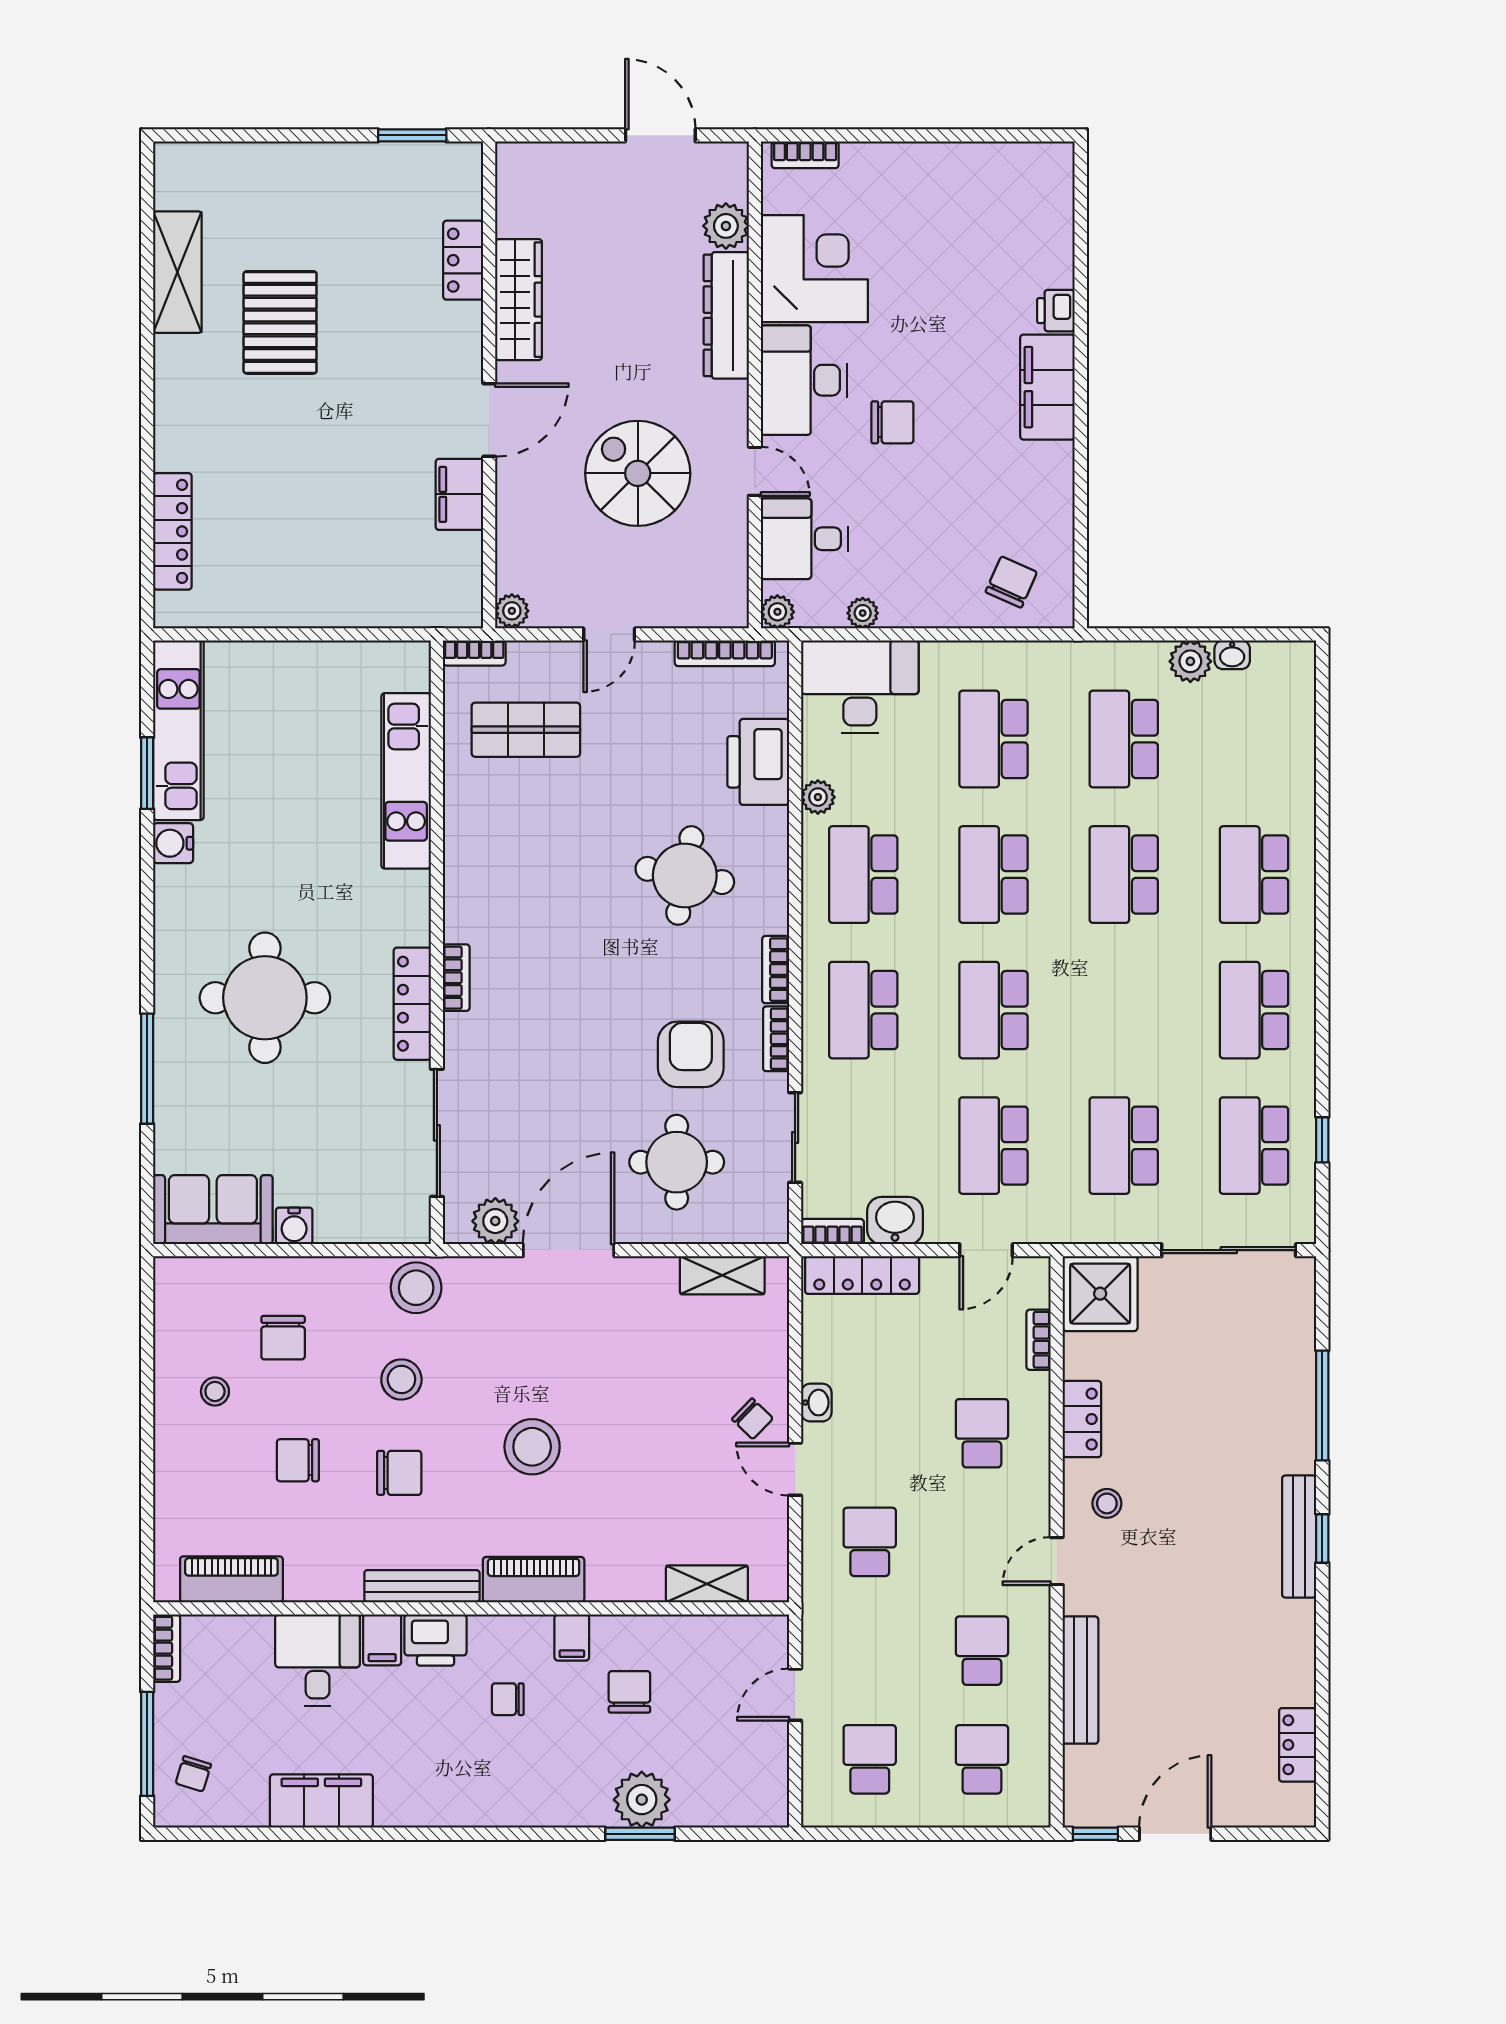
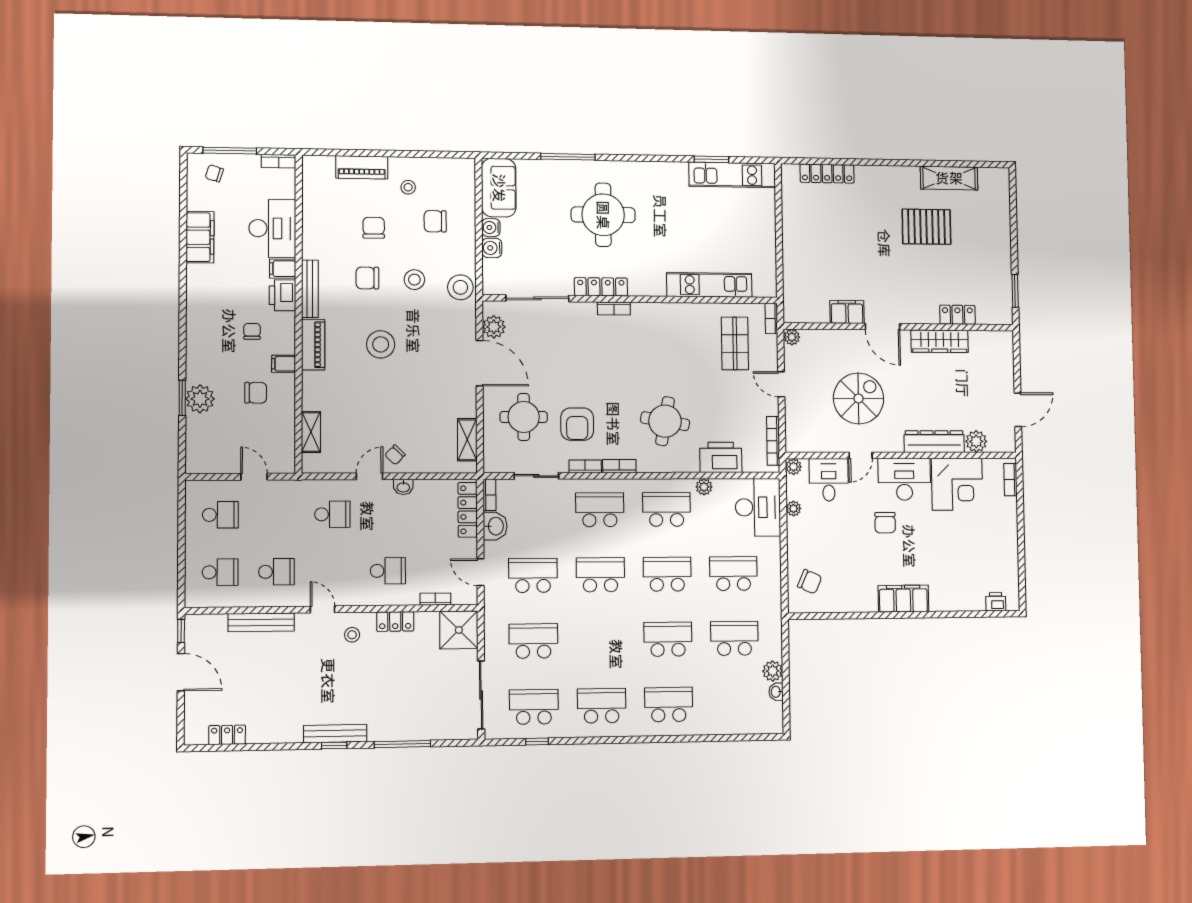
printer: (1056, 311) -> (996, 602), moved
water cooler: (173, 843) -> (492, 248), moved, turned -90
armchair: (691, 1054) -> (577, 424), turned 90
chair: (399, 1473) -> (367, 278), turned 90
piano: (231, 1579) -> (362, 167), moved, turned 90
desk: (318, 1660) -> (272, 228), width x1.37

